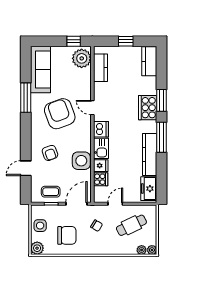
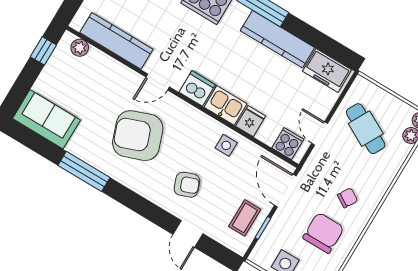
plant: (82, 58) -> (80, 48), width x0.53, depth x0.53
kitchen counter: (100, 68) -> (116, 41), width x1.50
sofa: (40, 69) -> (46, 119), width x0.73
side table: (81, 161) -> (226, 145), width x0.54, depth x0.54
cooker: (101, 179) -> (288, 144), moved
cafe table: (131, 225) -> (366, 129), turned -36
chair: (97, 226) -> (348, 198), moved

